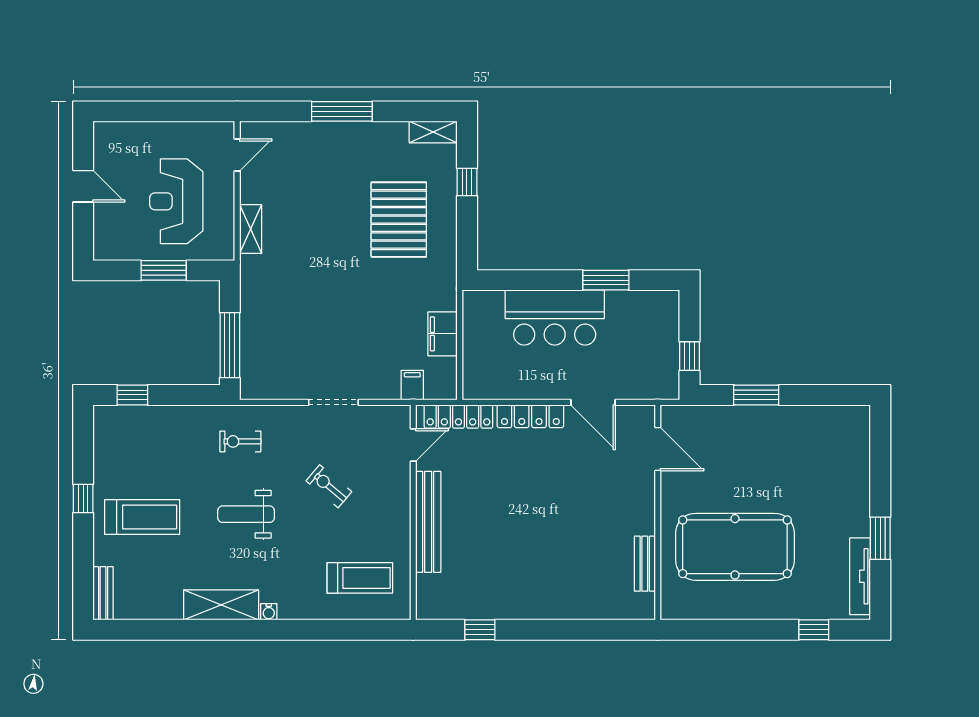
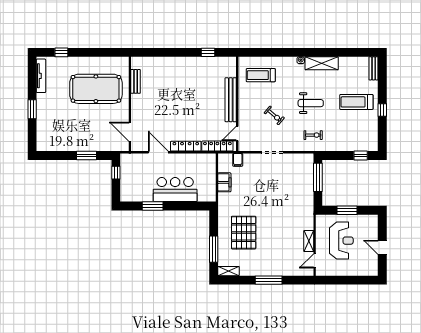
window: (467, 182) -> (214, 249), width x2.17
shelving: (251, 229) -> (309, 241), moved
window: (880, 538) -> (32, 109), moved

